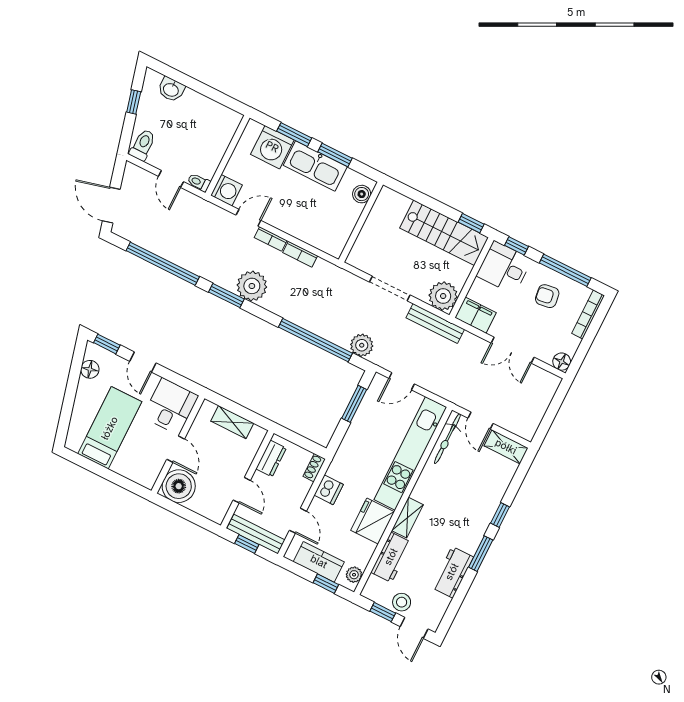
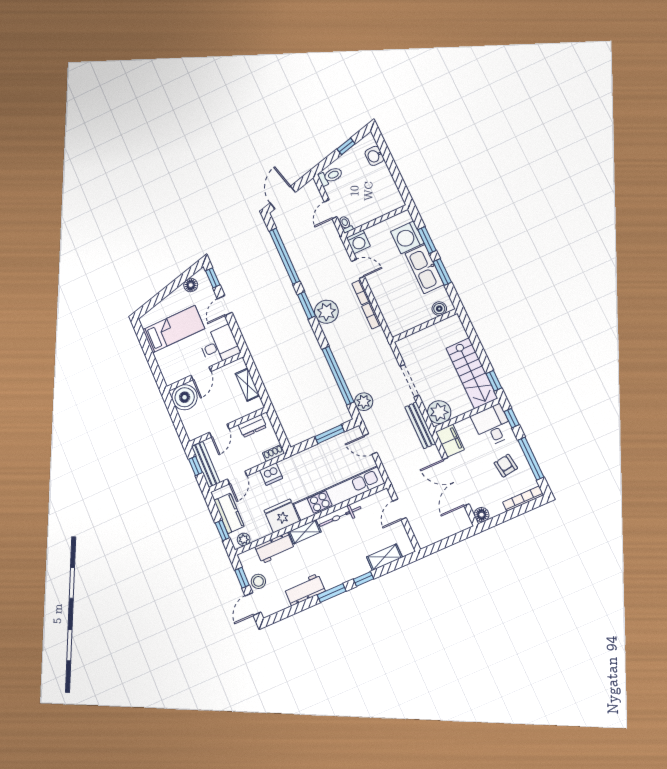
double door: (513, 350) -> (456, 482), width x1.37
bicycle: (447, 439) -> (340, 516), moved
shelving: (506, 447) -> (384, 557), moved, turned 90

